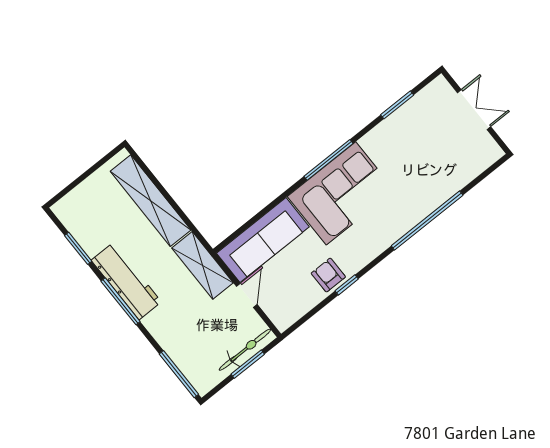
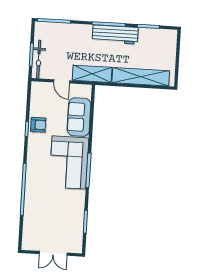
sofa: (263, 240) -> (79, 117), width x0.73

